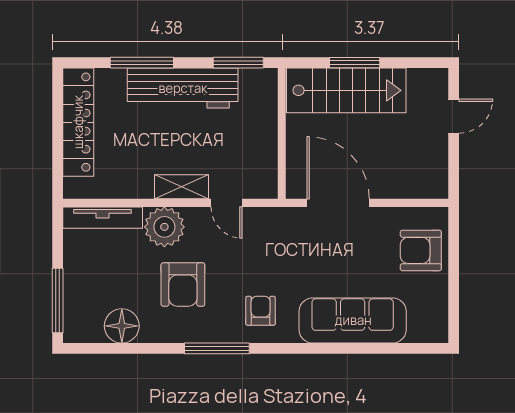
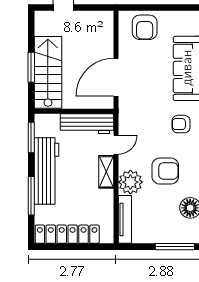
workbench: (261, 155) -> (87, 124), added

